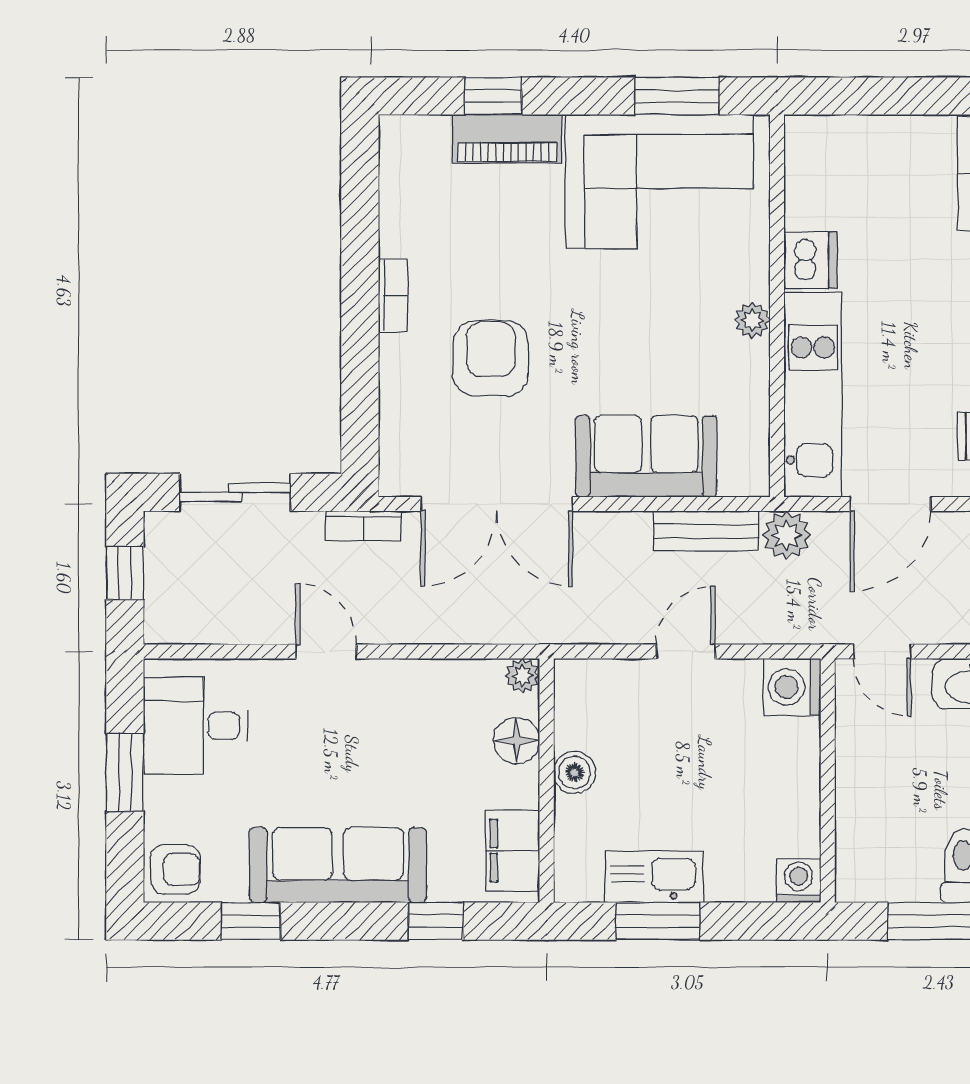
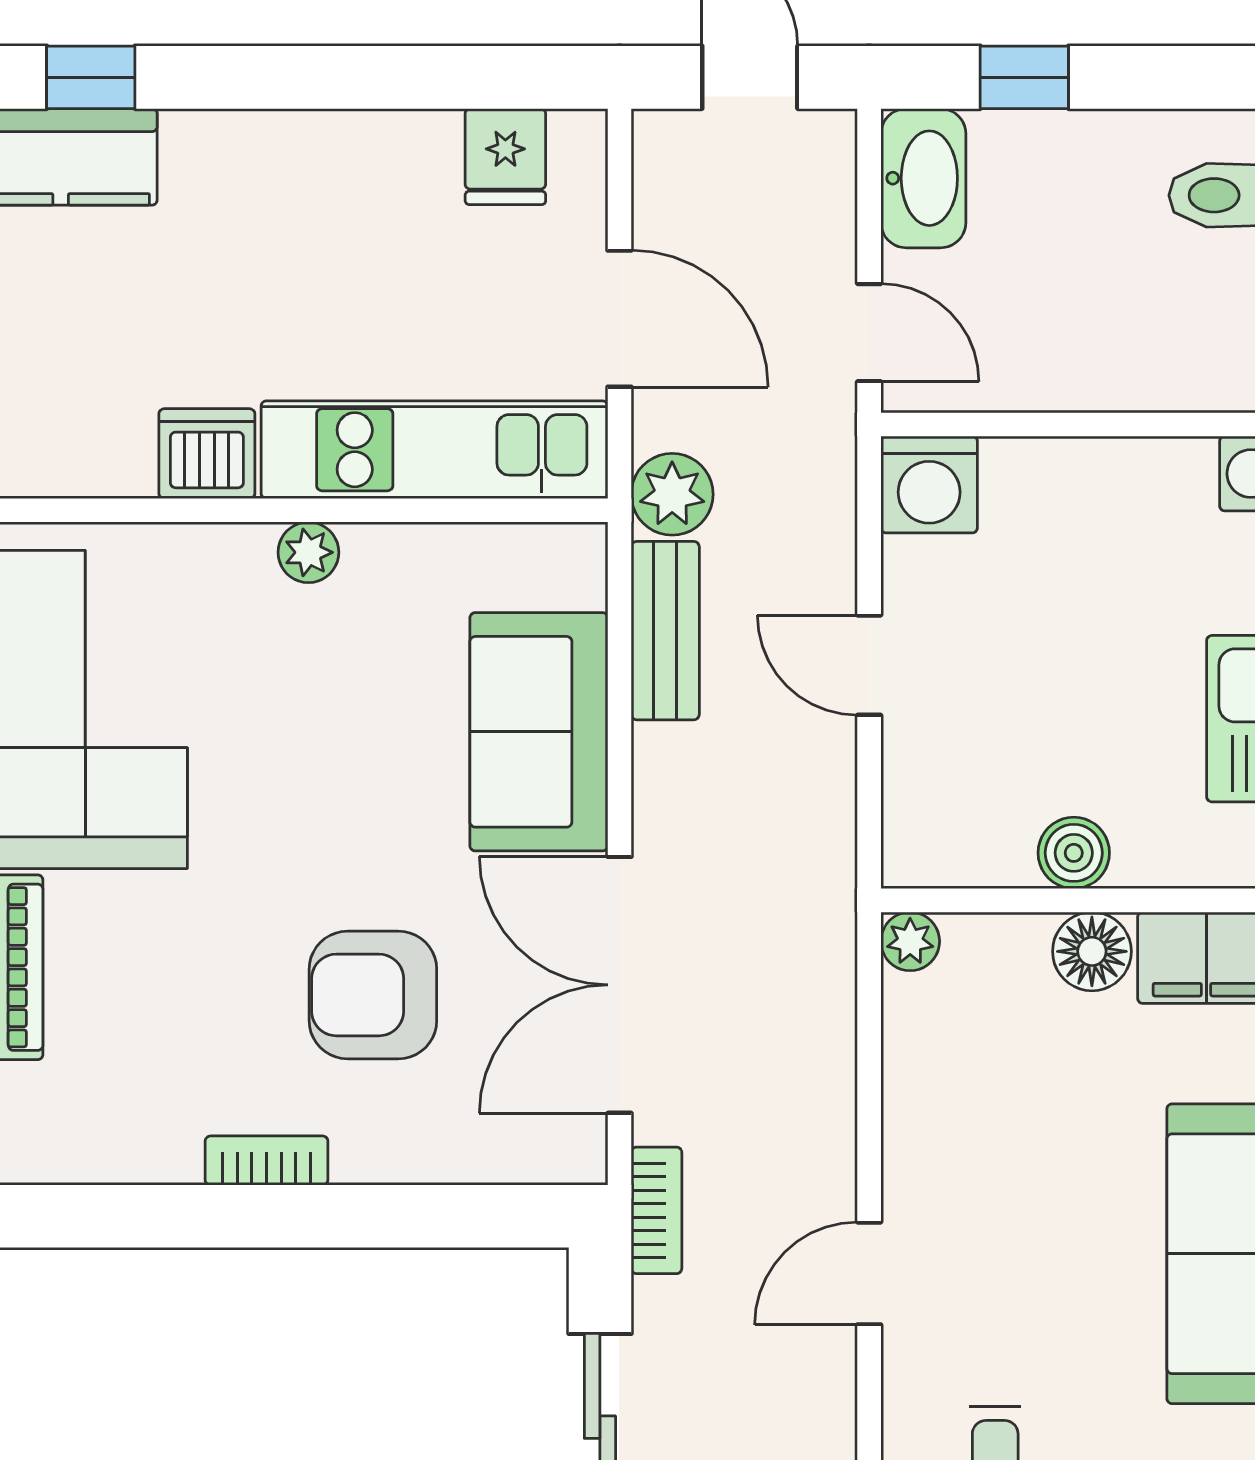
double door: (497, 504) -> (619, 985), swing flipped
door: (882, 651) -> (869, 333), hinge flipped
floor lamp: (516, 741) -> (1092, 951), moved

